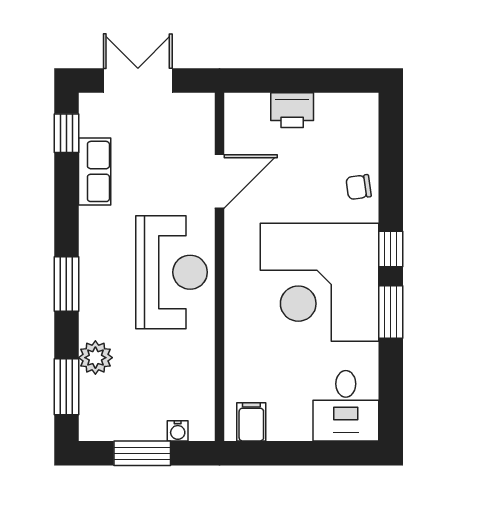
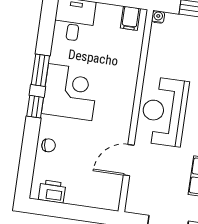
printer: (292, 110) -> (52, 191), moved
corner desk: (319, 282) -> (70, 92), width x0.74, depth x0.74
water cooler: (178, 431) -> (158, 17), moved

